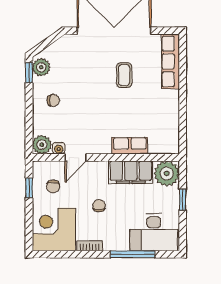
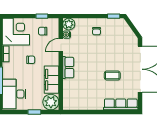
plant: (41, 67) -> (117, 24), removed
row of seats: (130, 146) -> (68, 68), moved
door: (76, 158) -> (61, 45), hinge flipped

